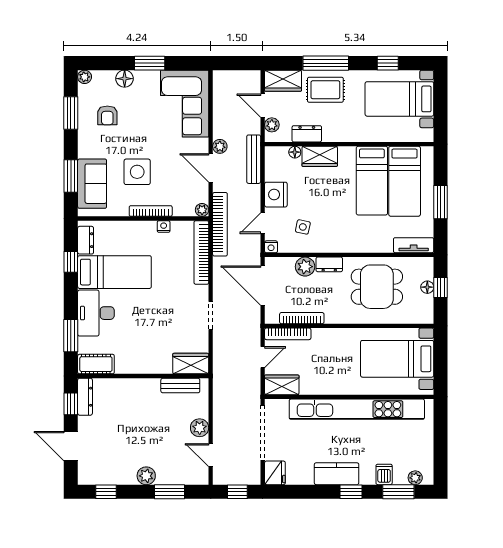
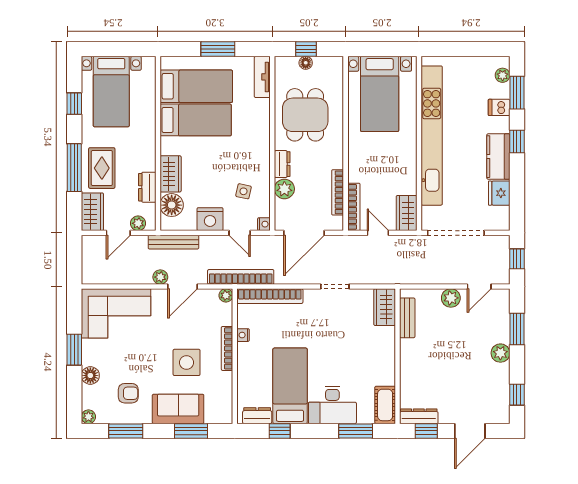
floor lamp: (295, 152) -> (172, 205), width x1.89, depth x1.89
sofa: (92, 184) -> (178, 409), moved
fridge: (275, 473) -> (499, 193), moved, turned -90

